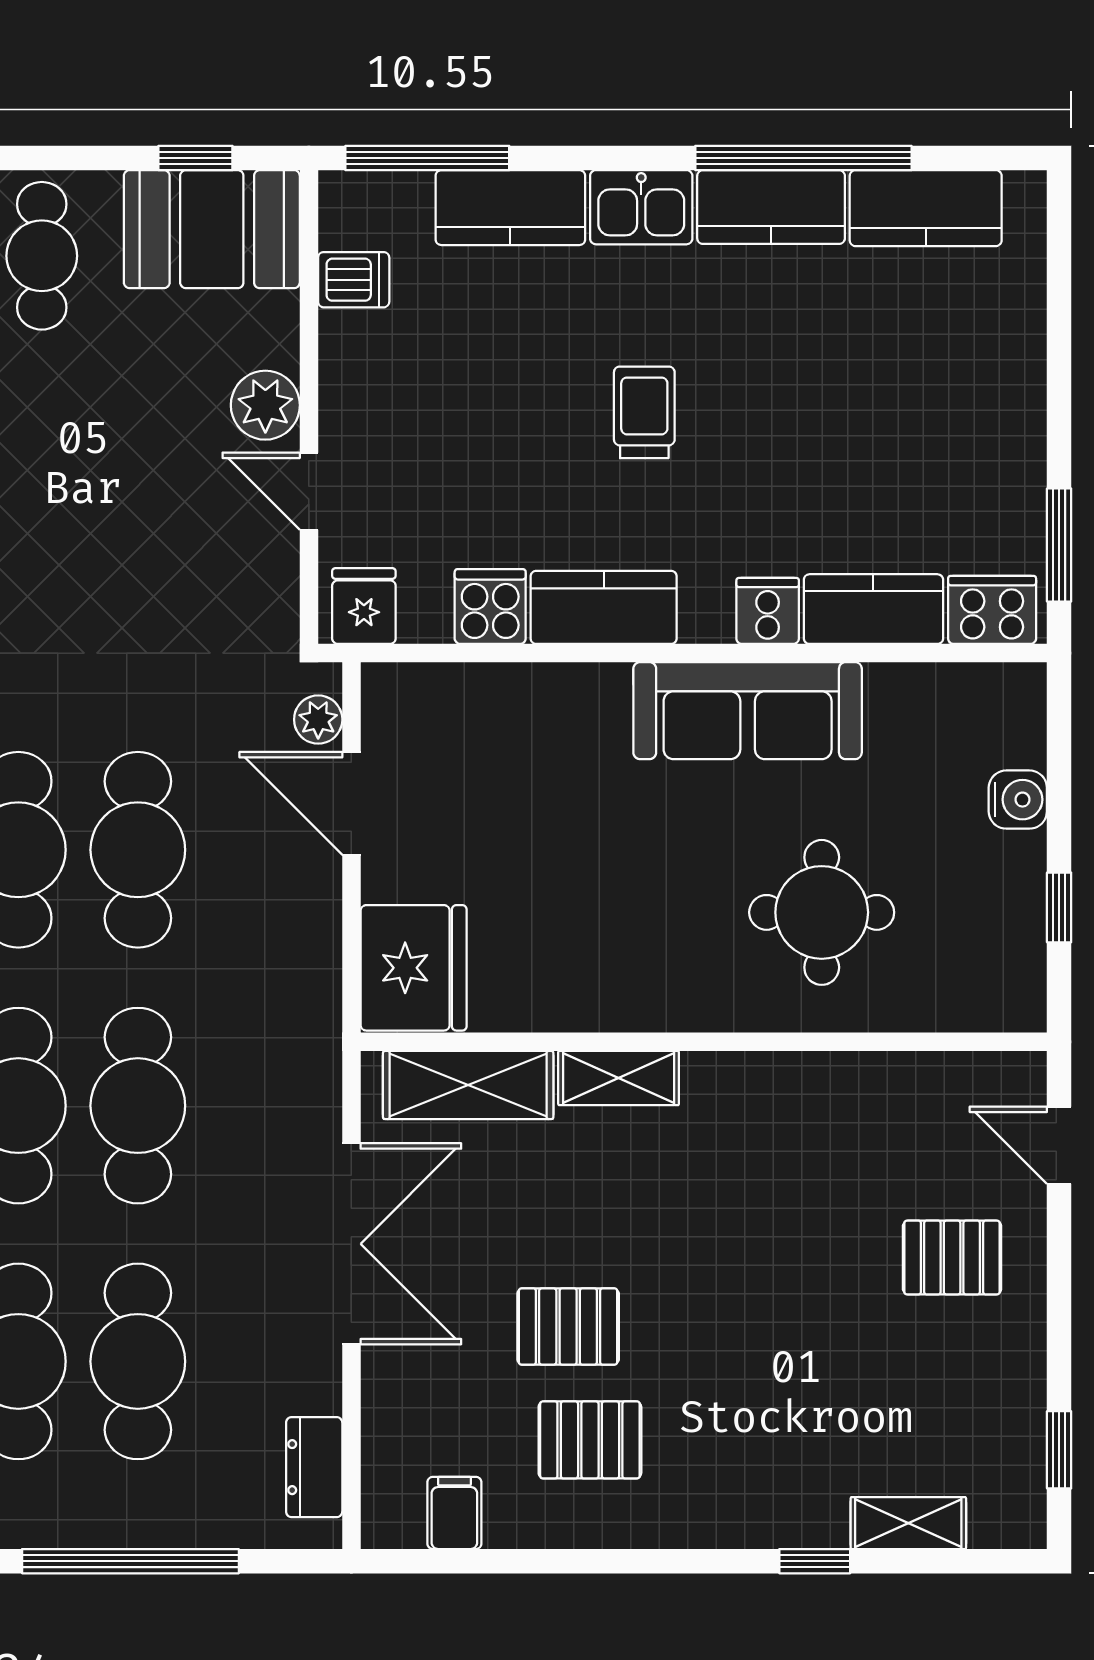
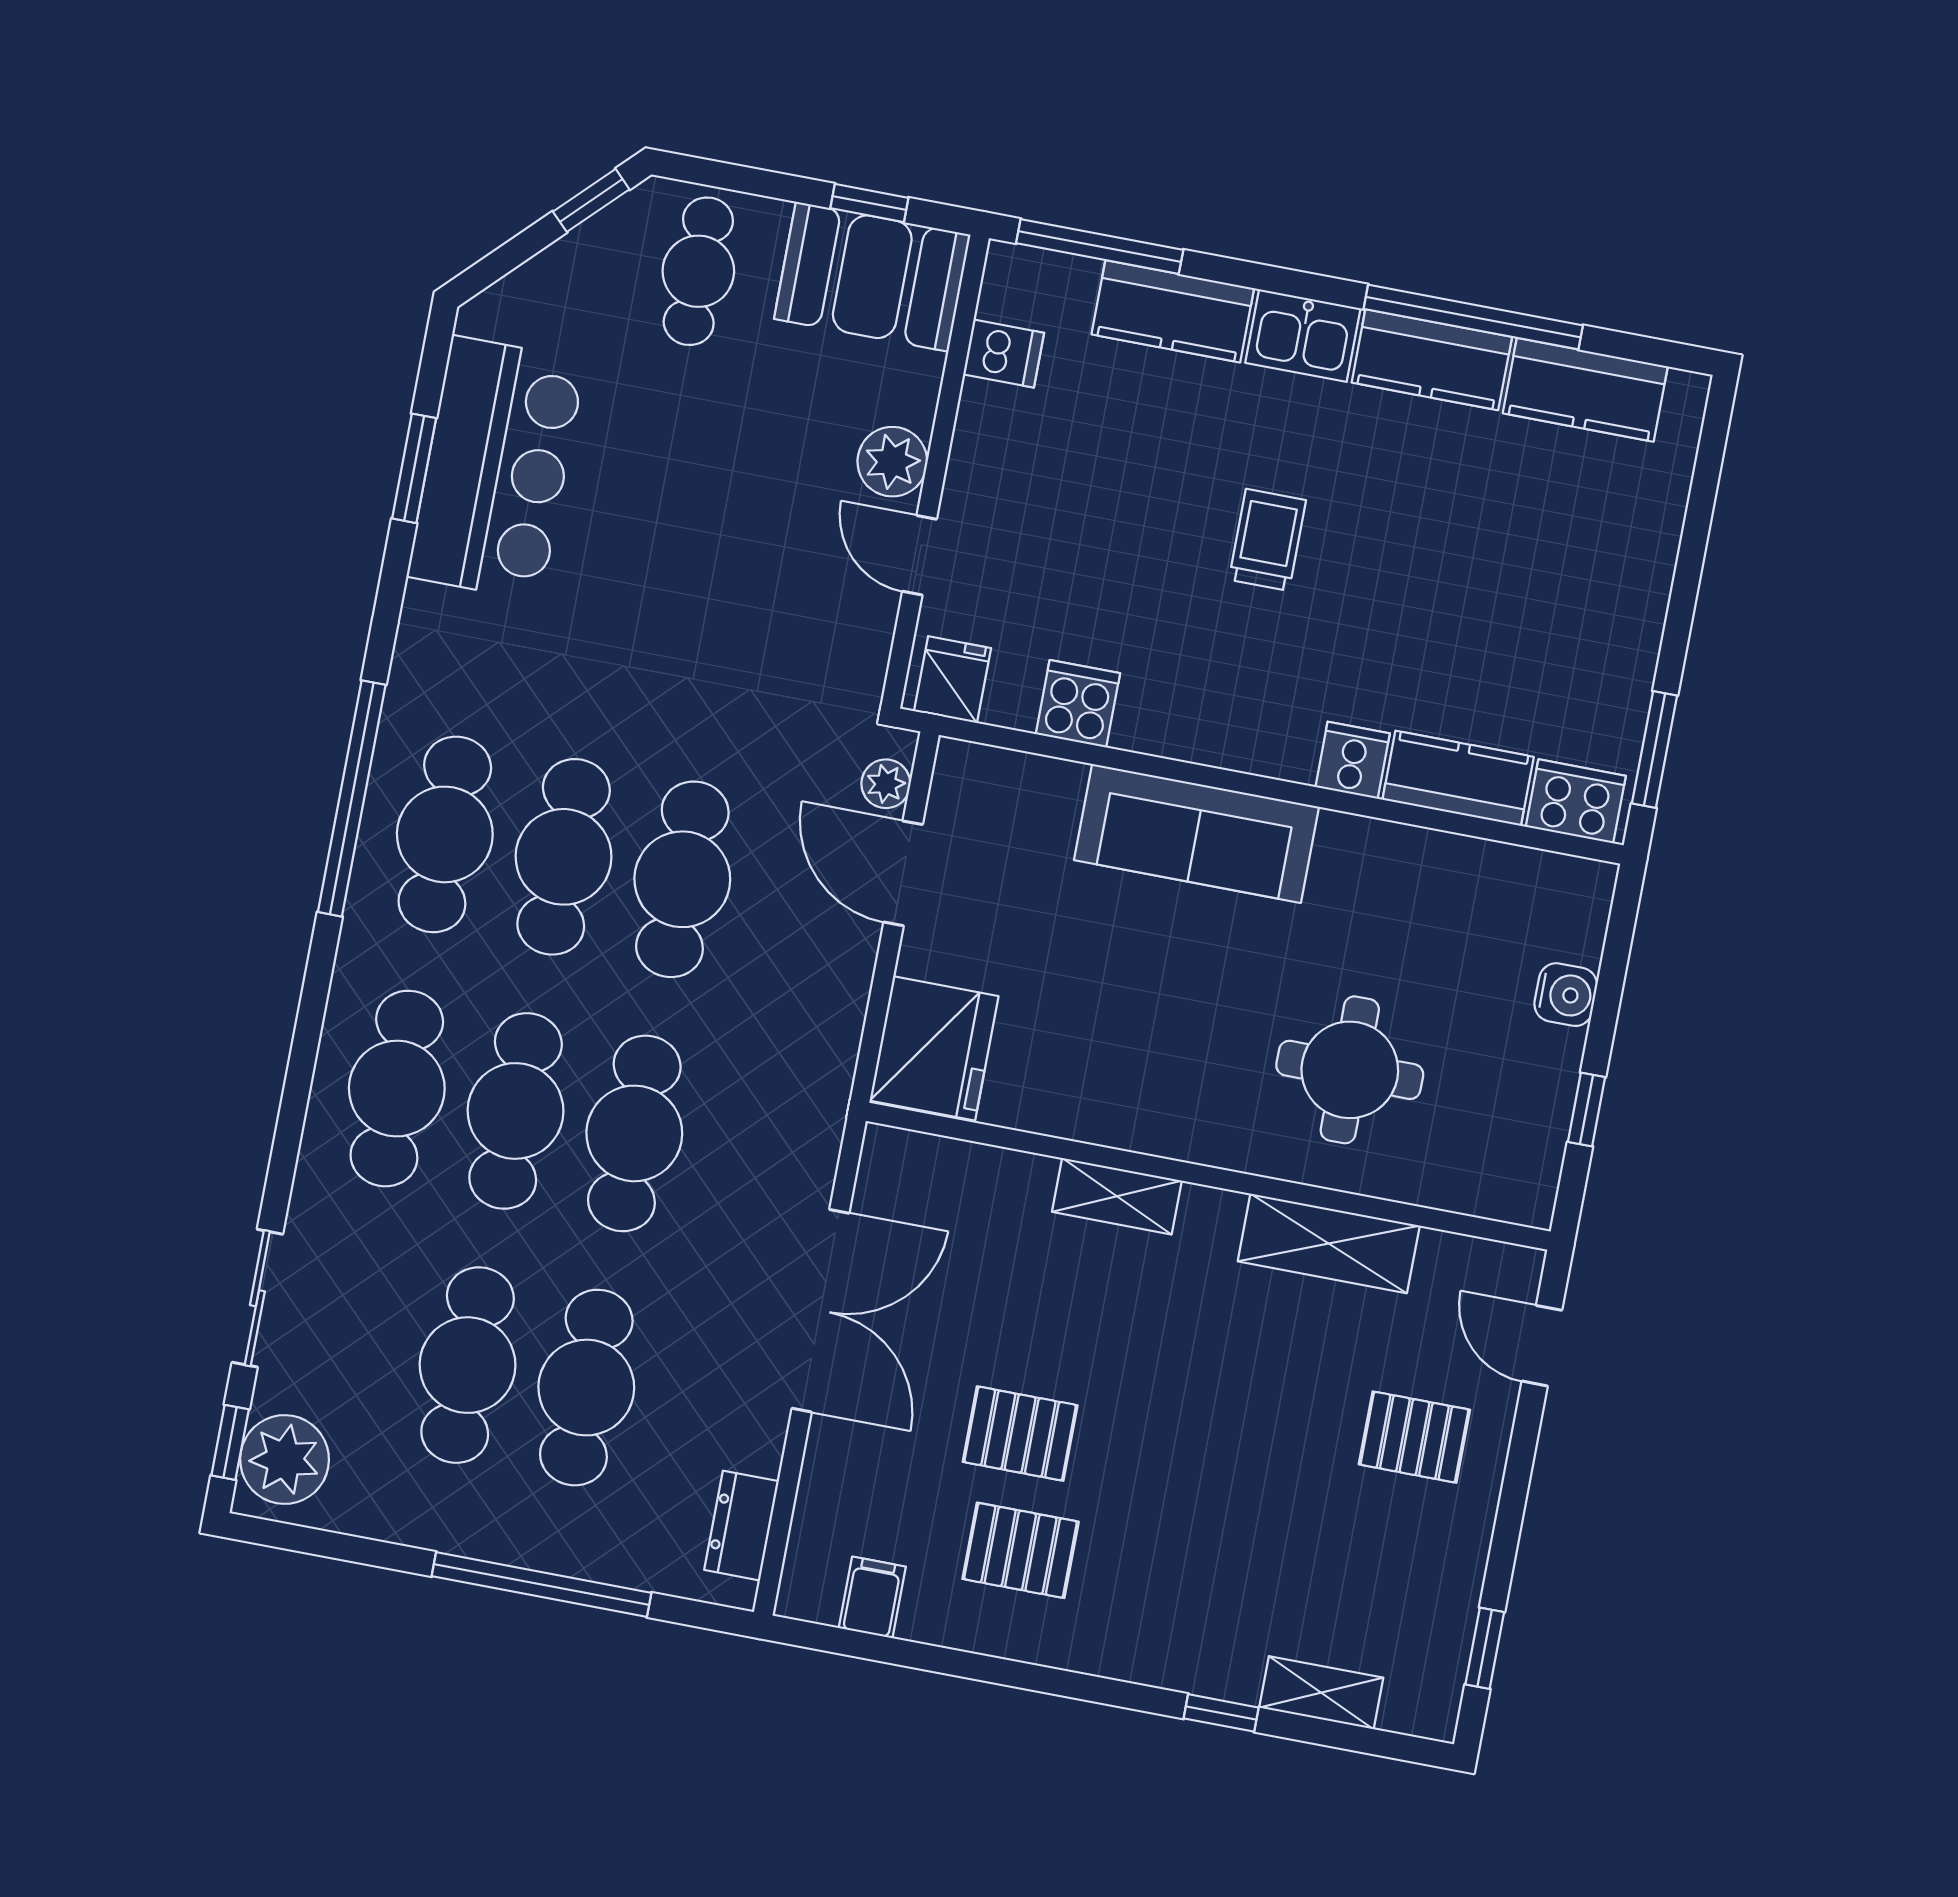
kitchen counter: (604, 607) -> (1190, 726), removed
sofa: (748, 711) -> (1196, 833), moved
shelving: (468, 1085) -> (1329, 1243), moved

